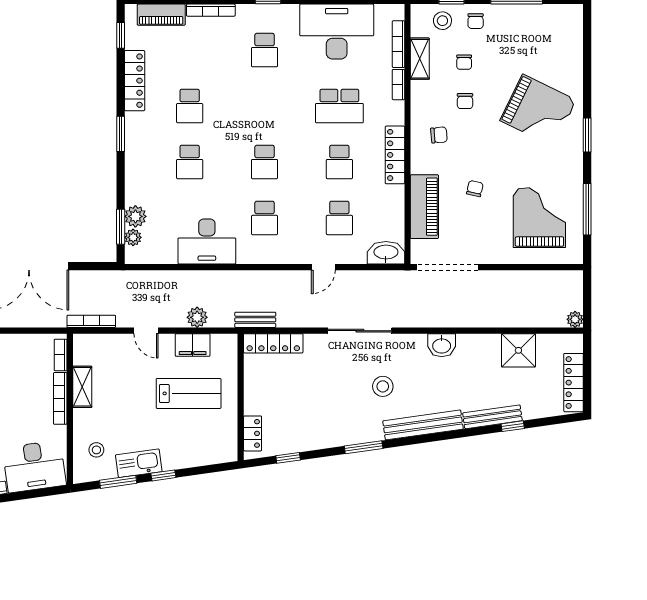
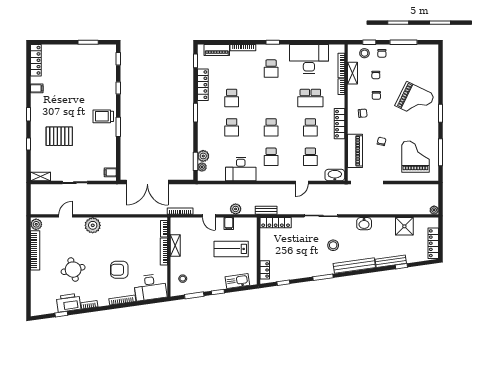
filing cabinet: (193, 345) -> (229, 224), width x0.50
lab bench: (189, 393) -> (231, 249), turned 180
kitchen sink: (139, 463) -> (237, 281), moved

